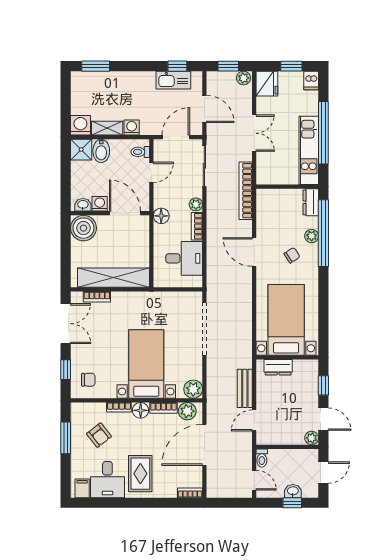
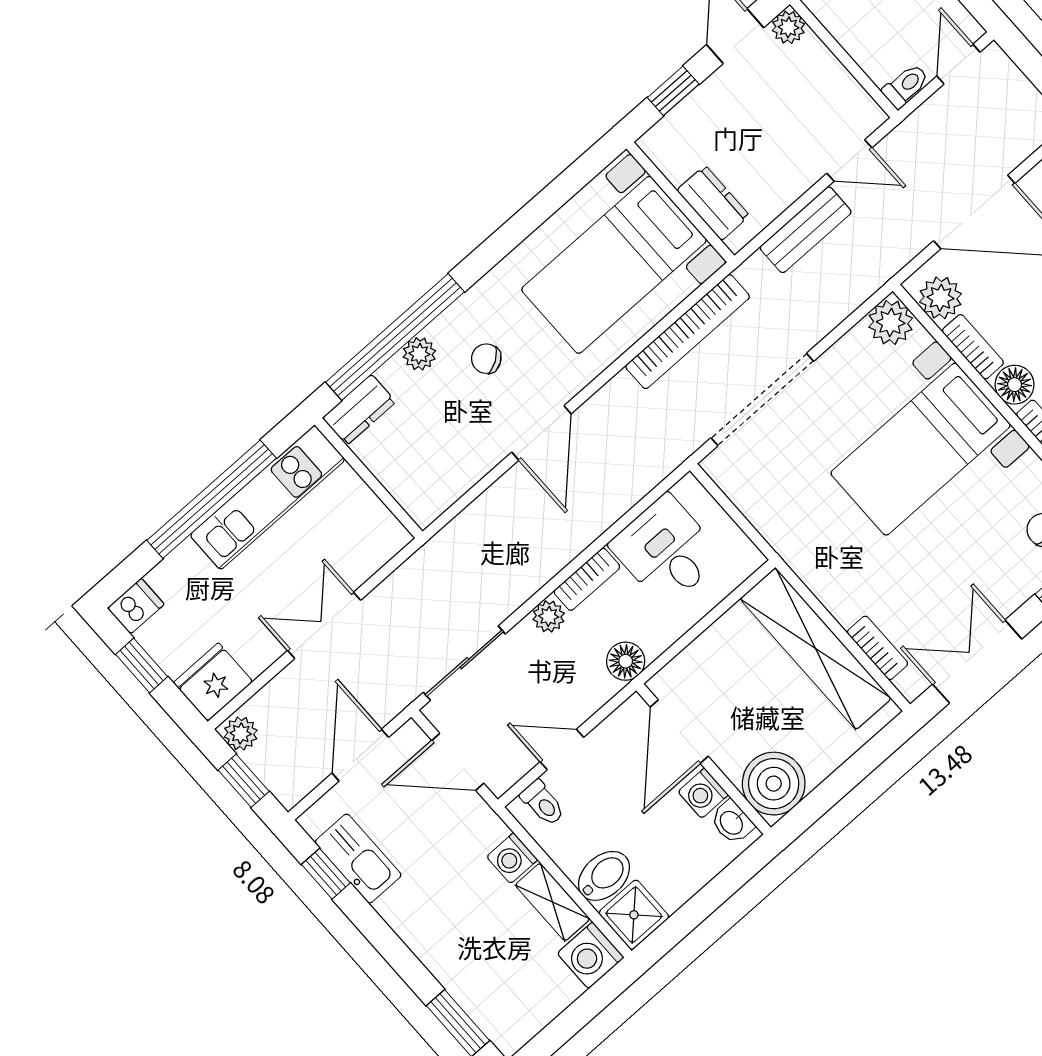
bookcase: (246, 191) -> (688, 332), moved

